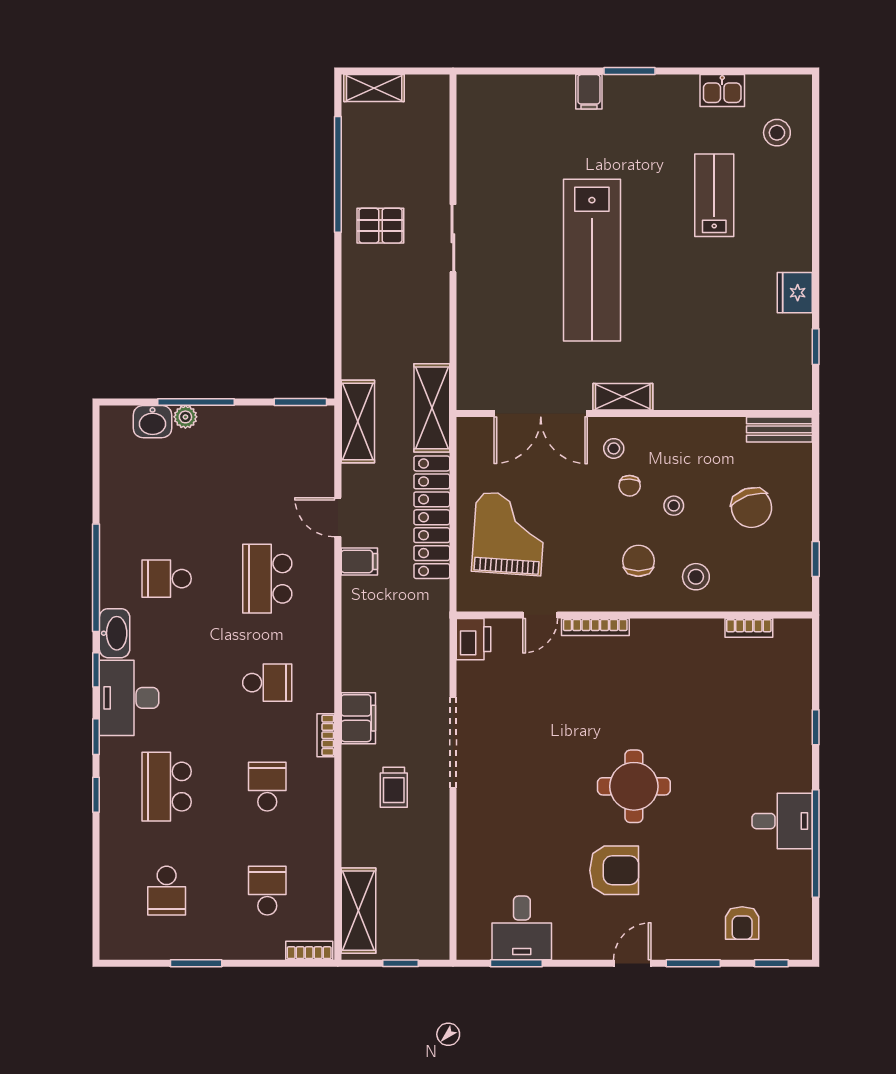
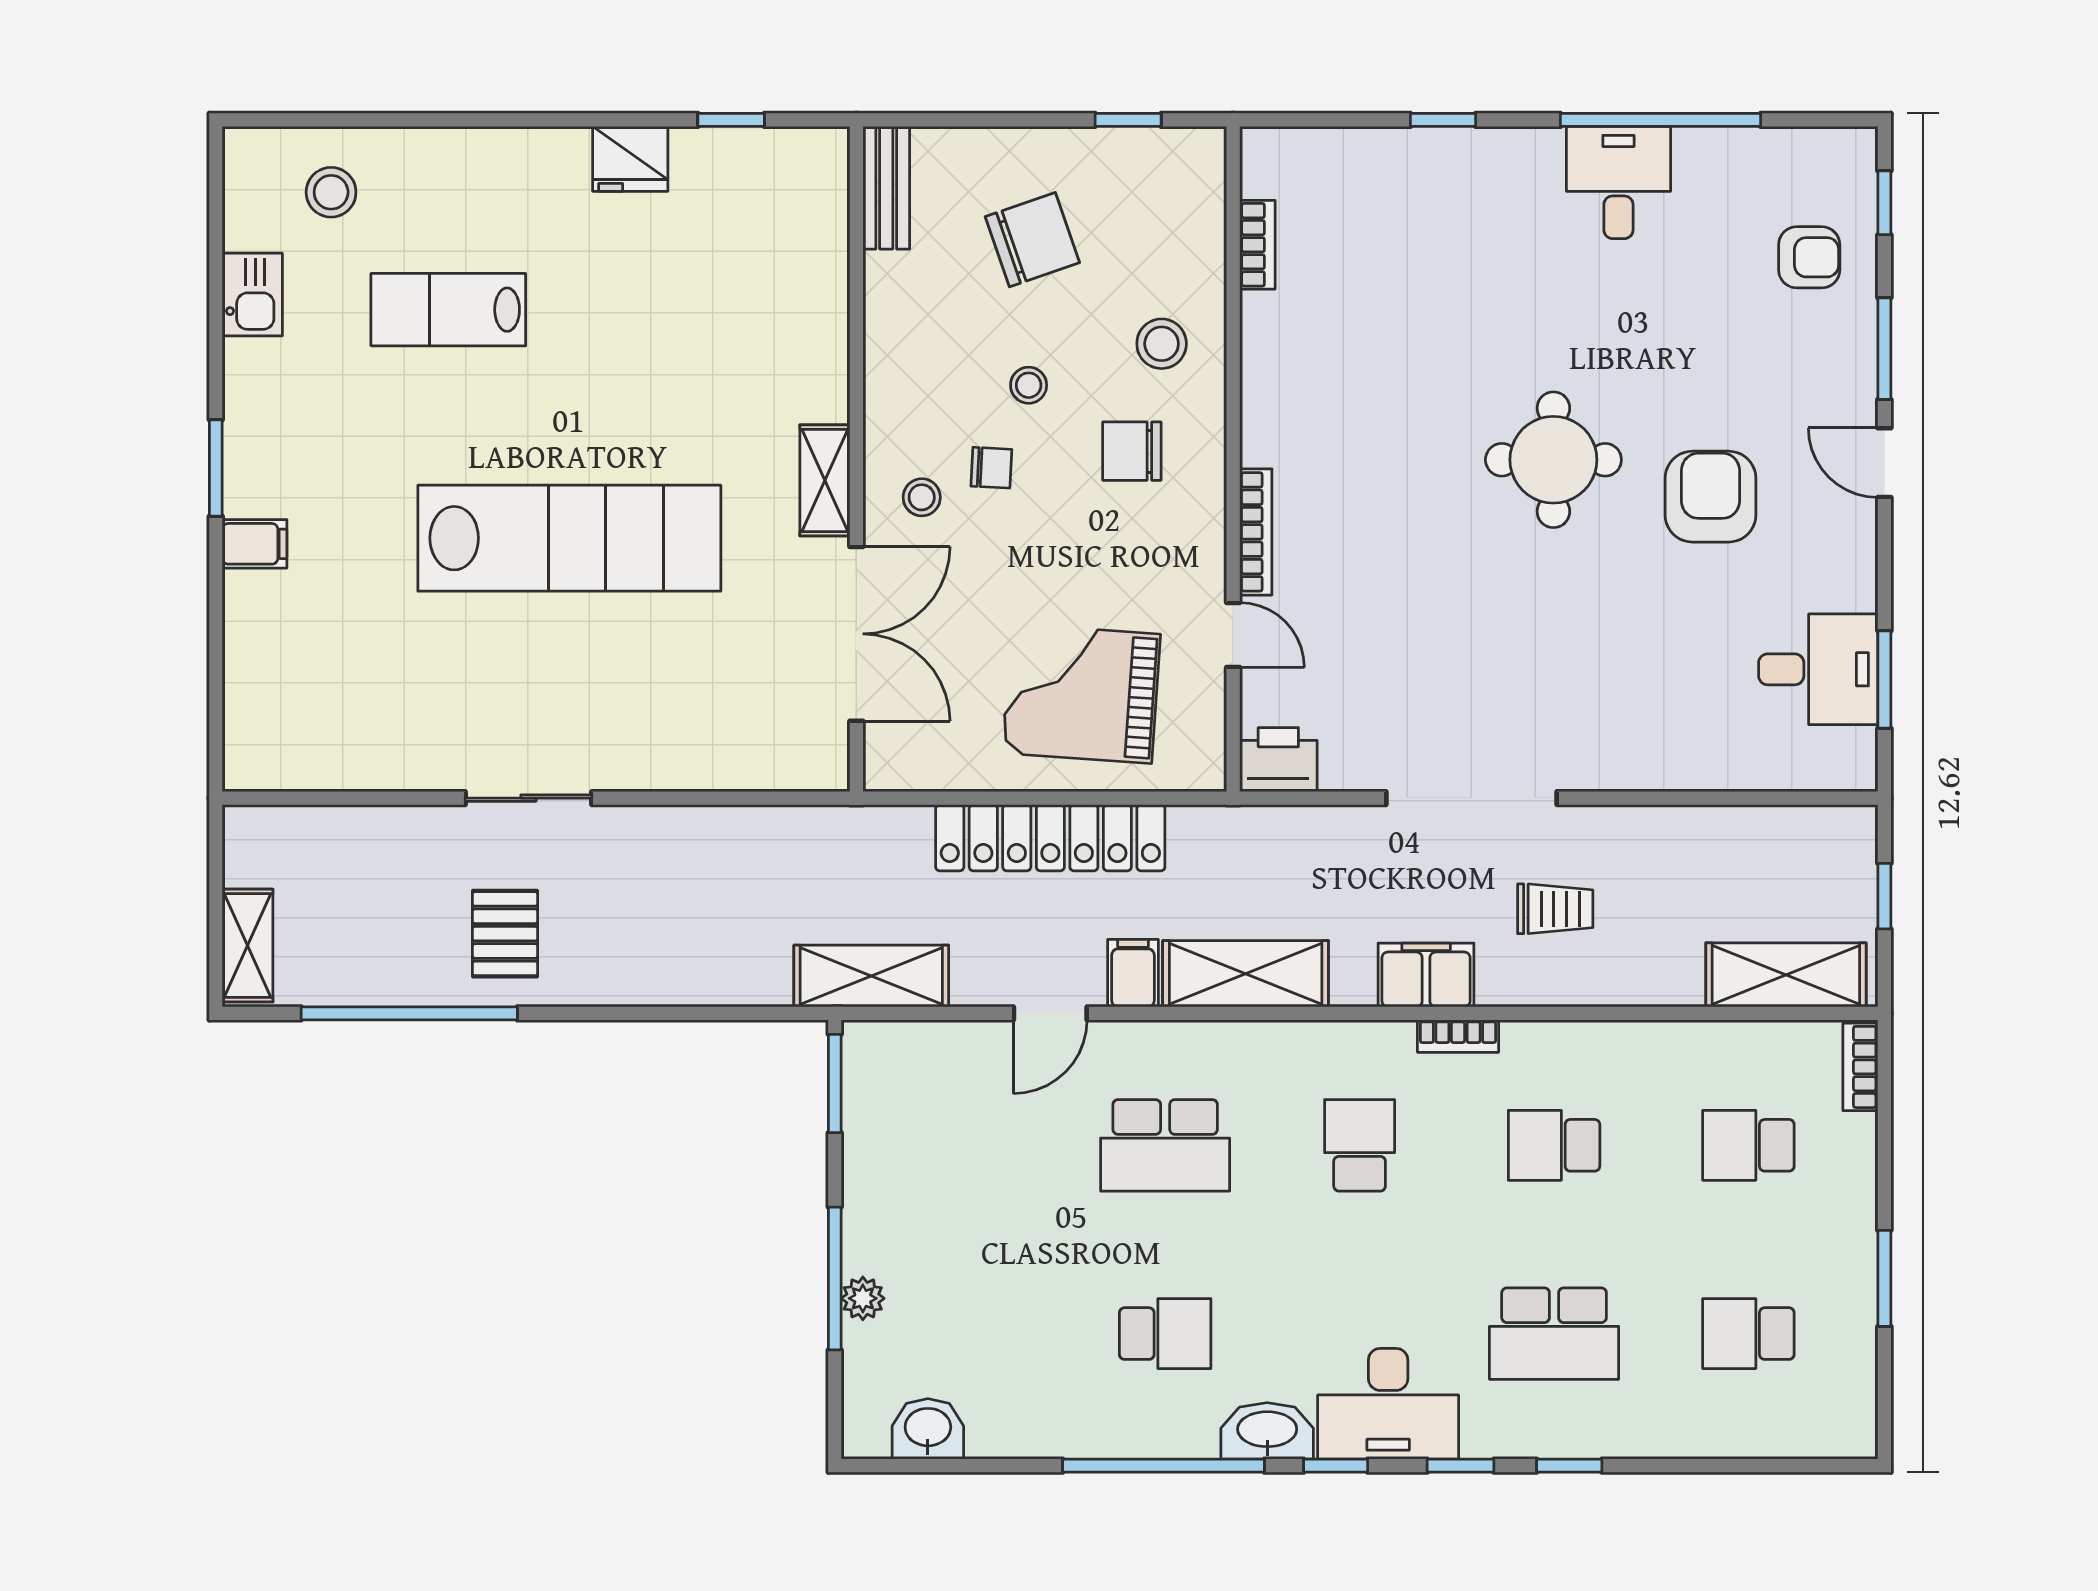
shelving: (432, 408) -> (1246, 974), moved
washbasin: (152, 422) -> (928, 1429), moved, turned -90
school desk: (167, 579) -> (1165, 1334), turned -90
school desk: (167, 891) -> (1748, 1334), turned 180

